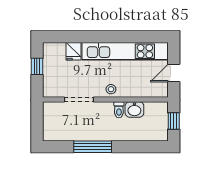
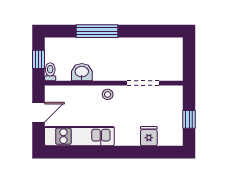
kitchen unit: (125, 51) -> (79, 136), width x0.73
toilet: (119, 110) -> (50, 72), moved
window: (93, 147) -> (97, 31), moved

